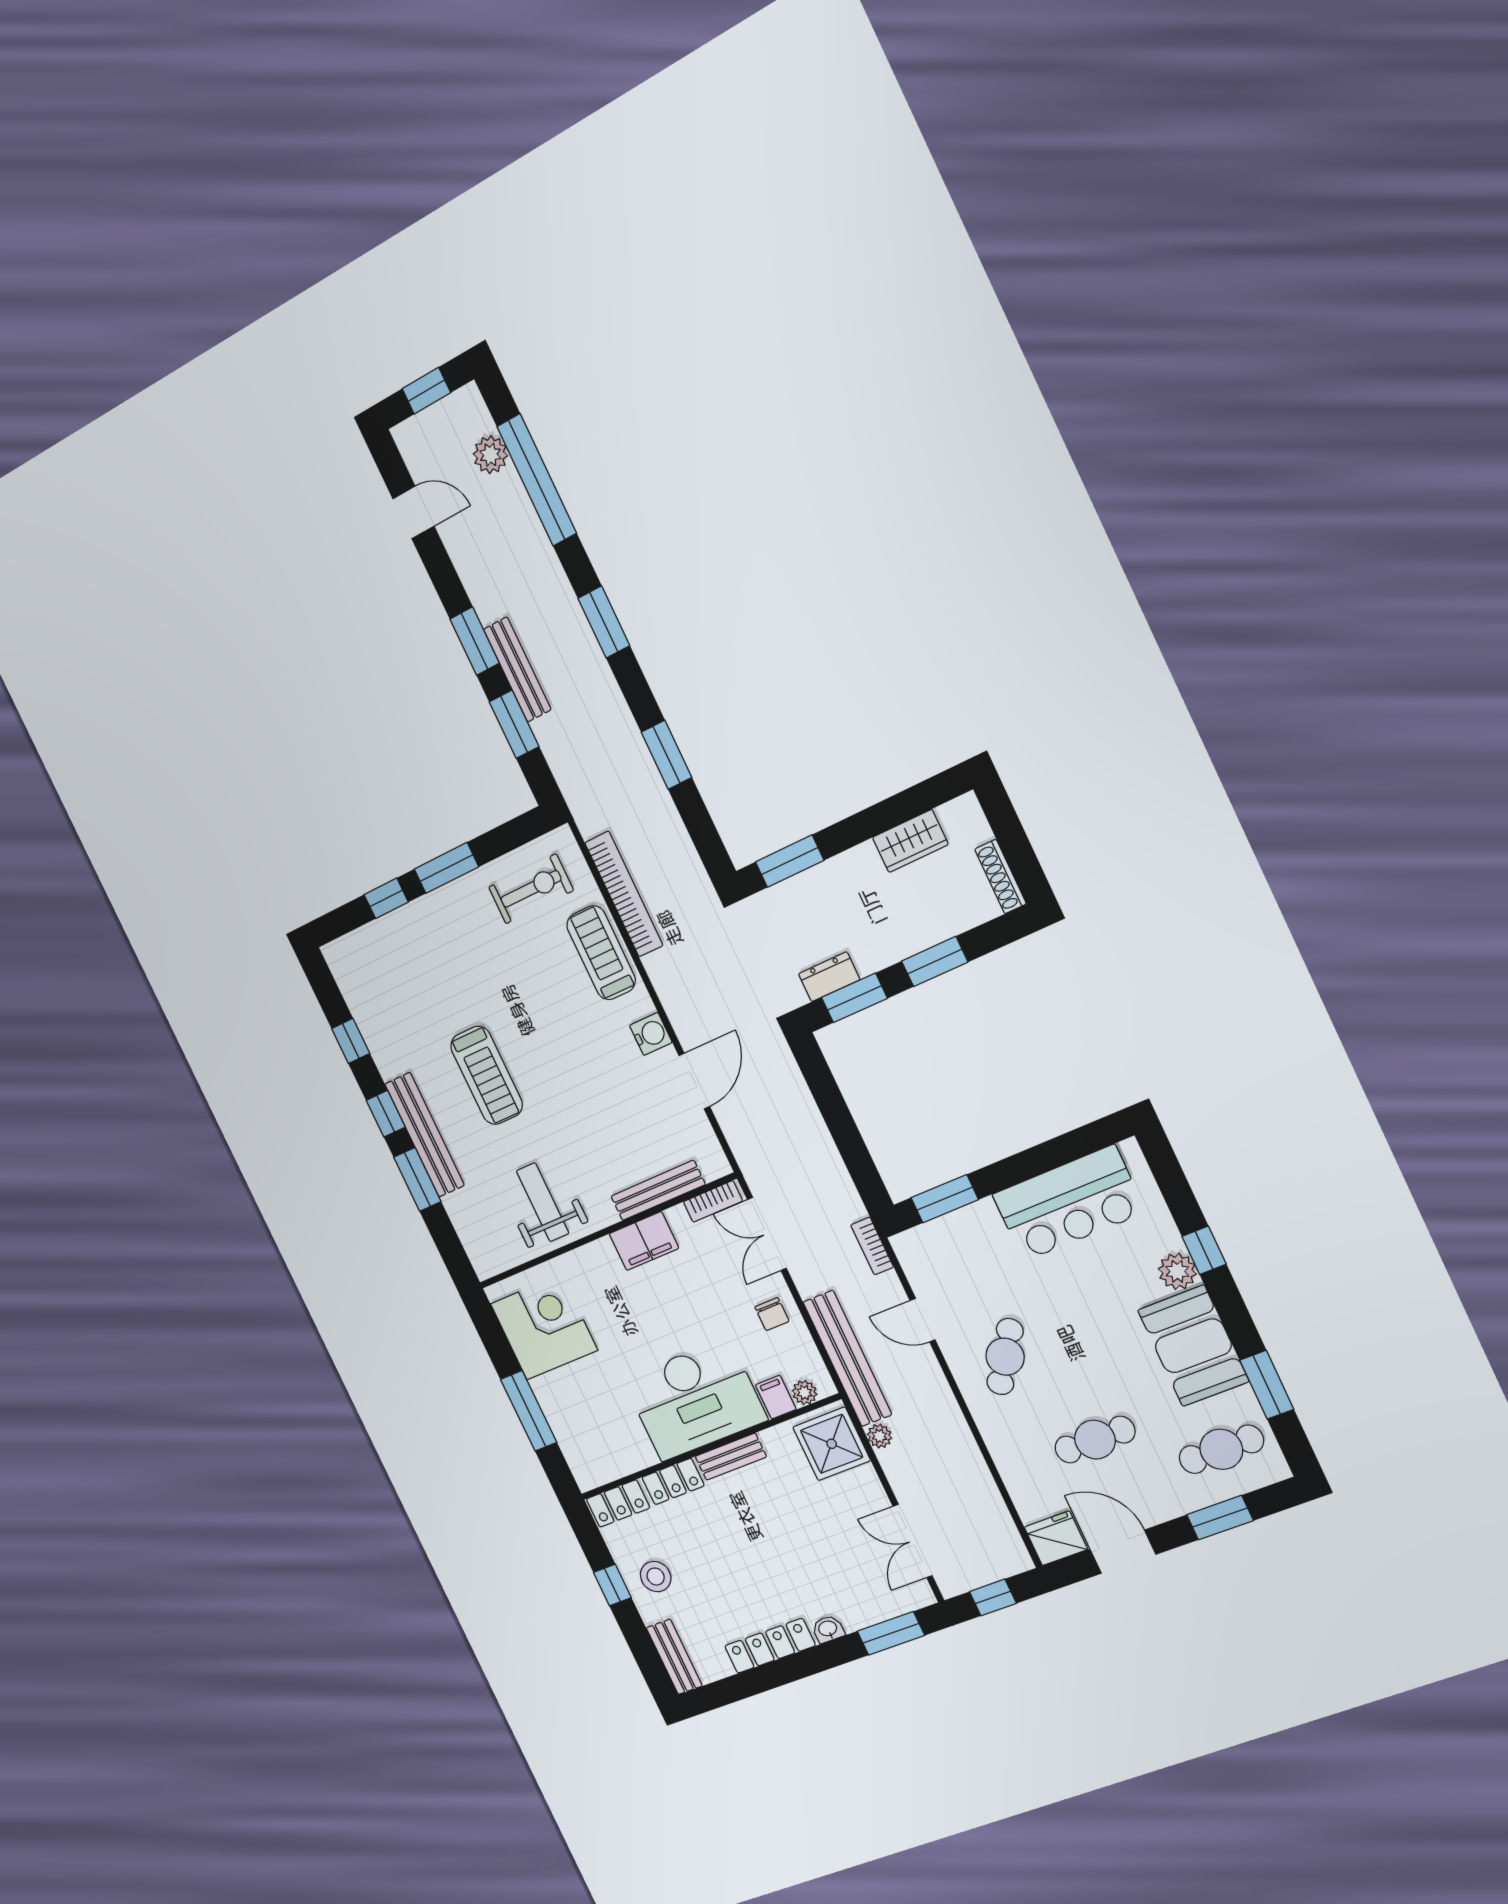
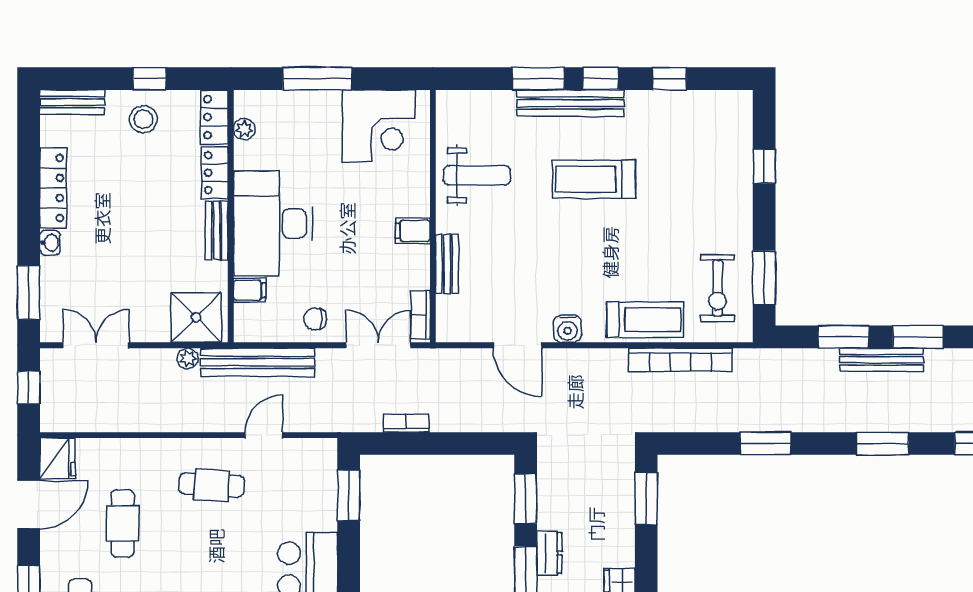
window: (446, 868) -> (764, 278), moved
dresser: (829, 977) -> (549, 553), moved
bench: (658, 1190) -> (447, 264), width x0.73
filing cabinet: (644, 1241) -> (413, 231), width x0.50
bookcase: (872, 1246) -> (406, 423), moved
cafe table: (1005, 1357) -> (212, 485), turned -32
plant: (805, 1393) -> (244, 129), moved

